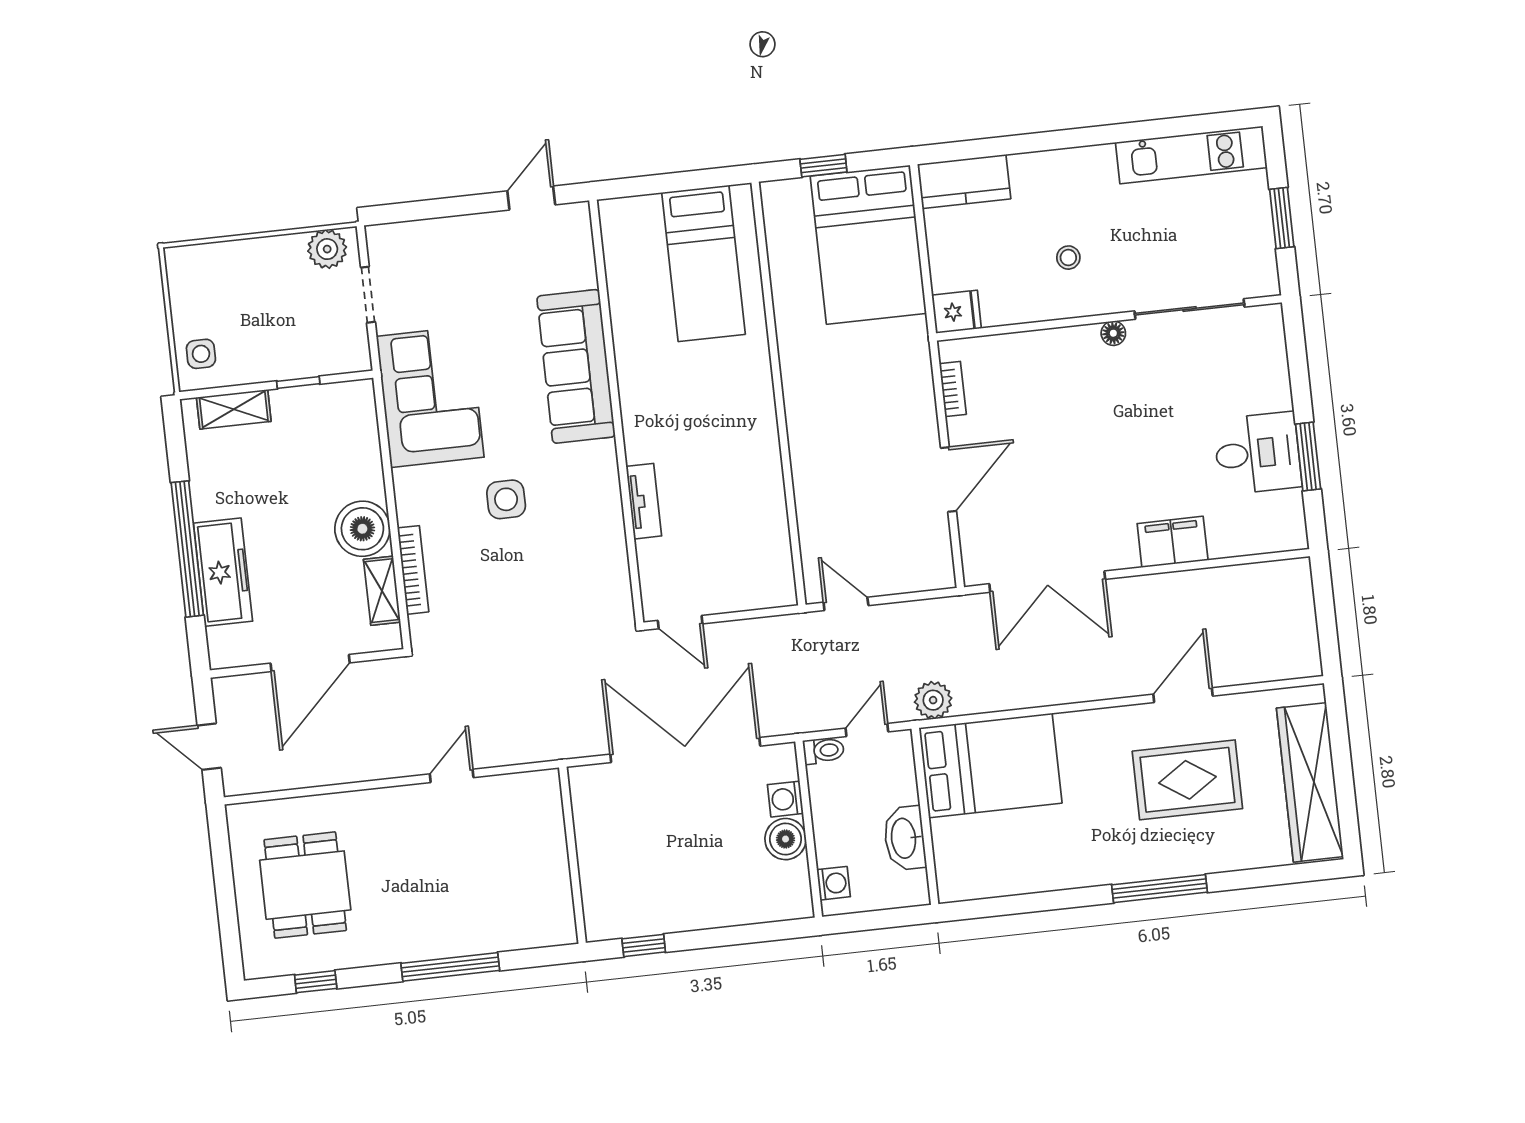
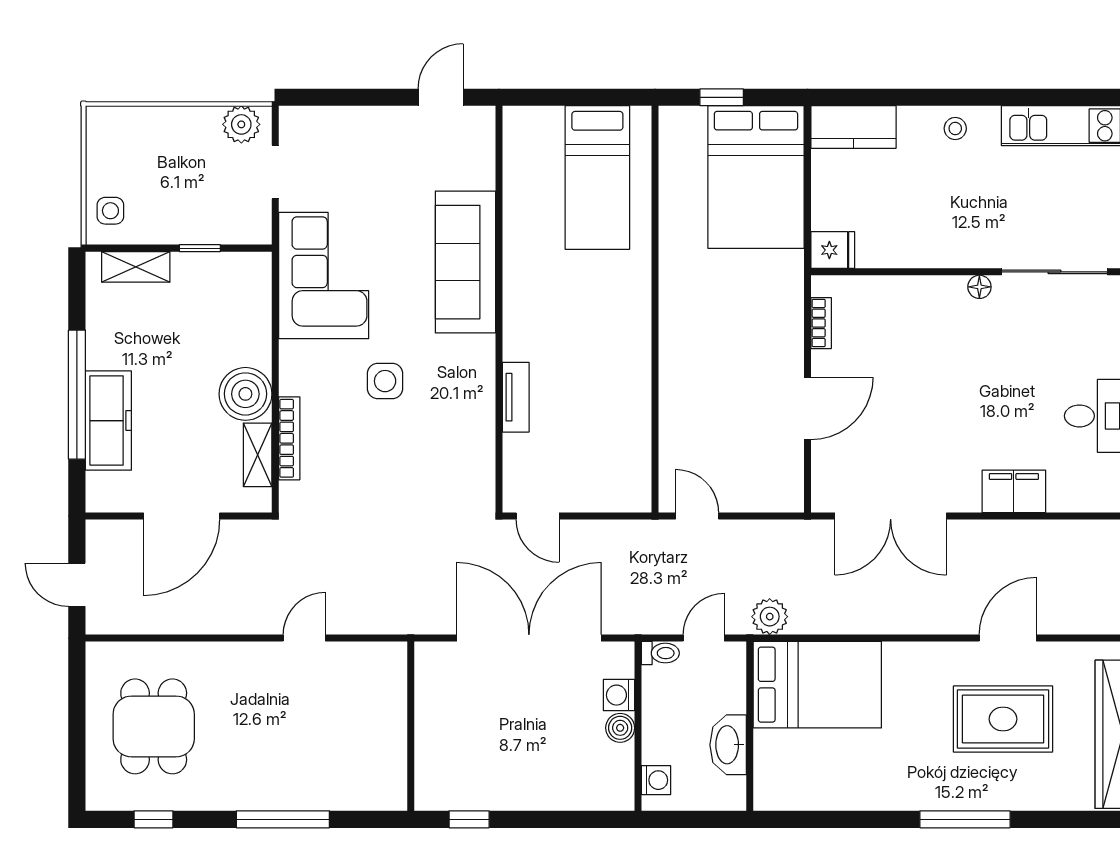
stool: (1068, 258) -> (955, 128), moved
boiler: (785, 839) -> (620, 728), width x0.73, depth x0.73

